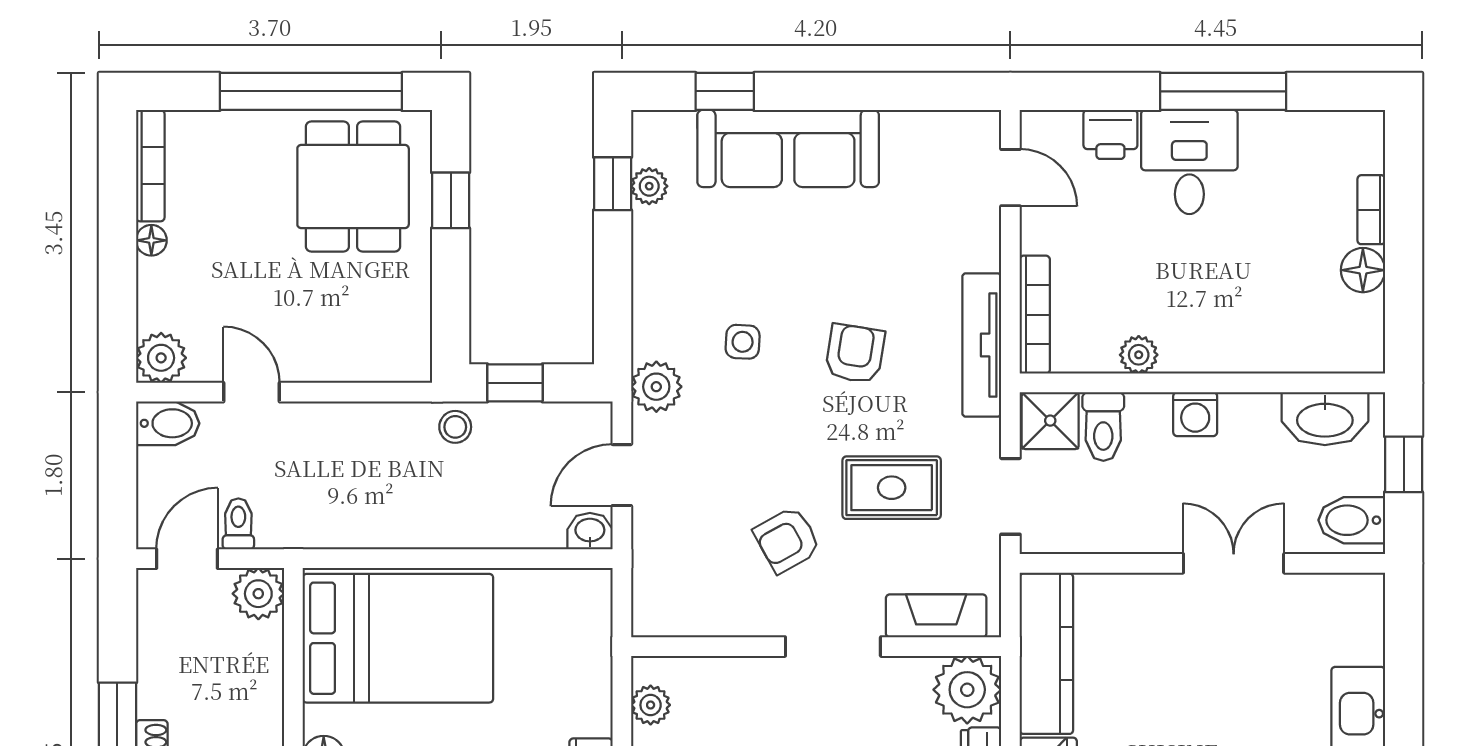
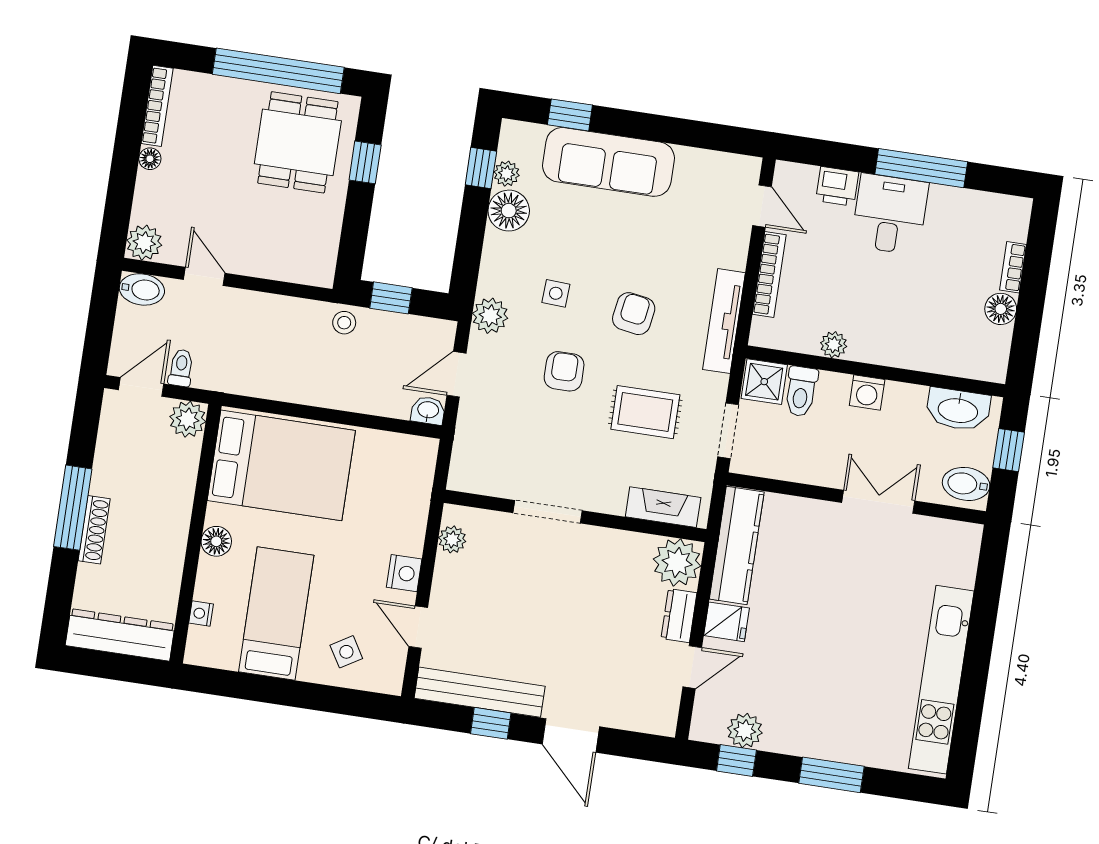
floor lamp: (660, 237) -> (509, 211), added
bookcase: (1035, 315) -> (769, 274), moved
armchair: (787, 540) -> (564, 371), moved, turned 119
doorway: (833, 647) -> (548, 512), moved

